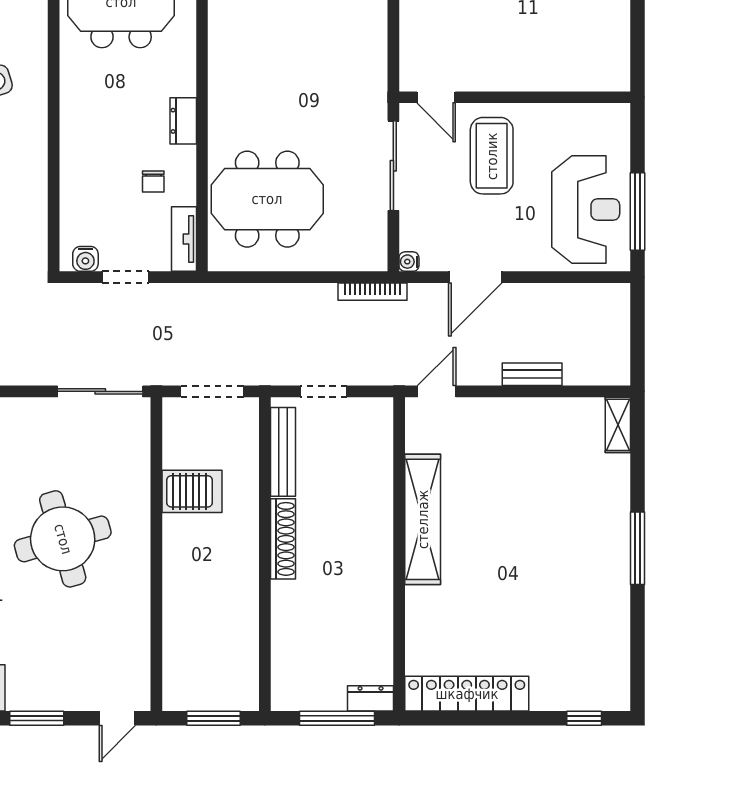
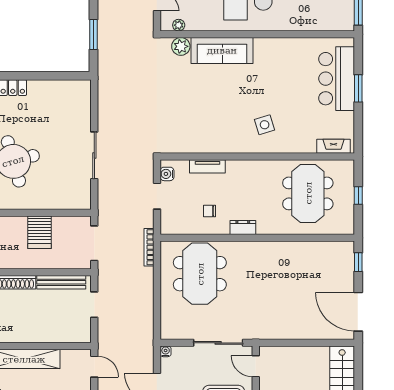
door: (436, 97) -> (256, 366), hinge flipped
tv unit: (184, 239) -> (207, 166), moved, turned 180
bookcase: (372, 292) -> (149, 247), moved
sliding door: (100, 391) -> (94, 155), moved

